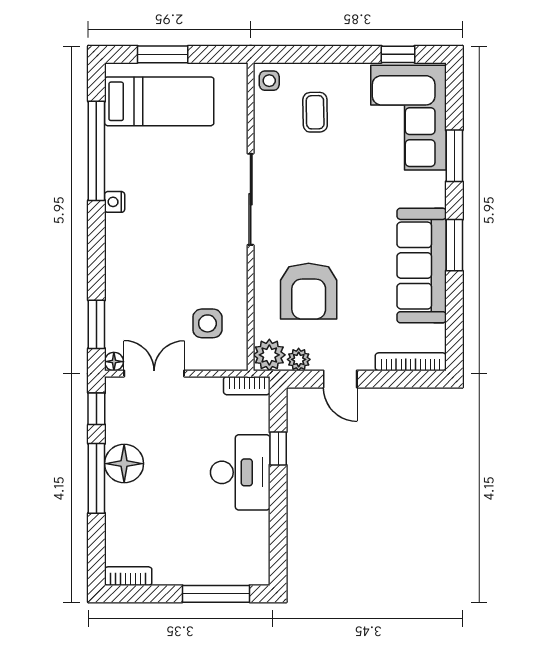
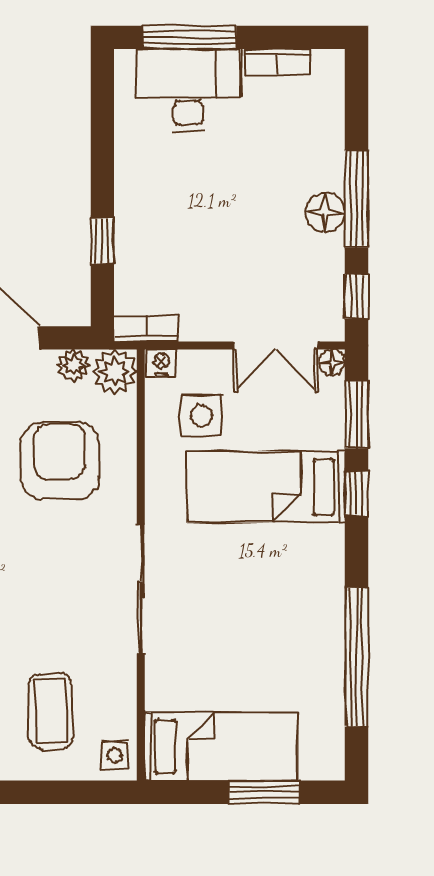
bed: (159, 101) -> (221, 746), moved, turned 180
coffee table: (315, 112) -> (51, 711), width x1.36, depth x1.30
nightstand: (115, 202) -> (161, 363), moved, turned -90
window: (96, 268) -> (356, 494), added
bed: (161, 273) -> (266, 487), added
floor lamp: (124, 464) -> (325, 212), width x0.73, depth x0.73
desk: (240, 472) -> (188, 90), moved, turned 90
bookcase: (128, 576) -> (277, 62), moved

